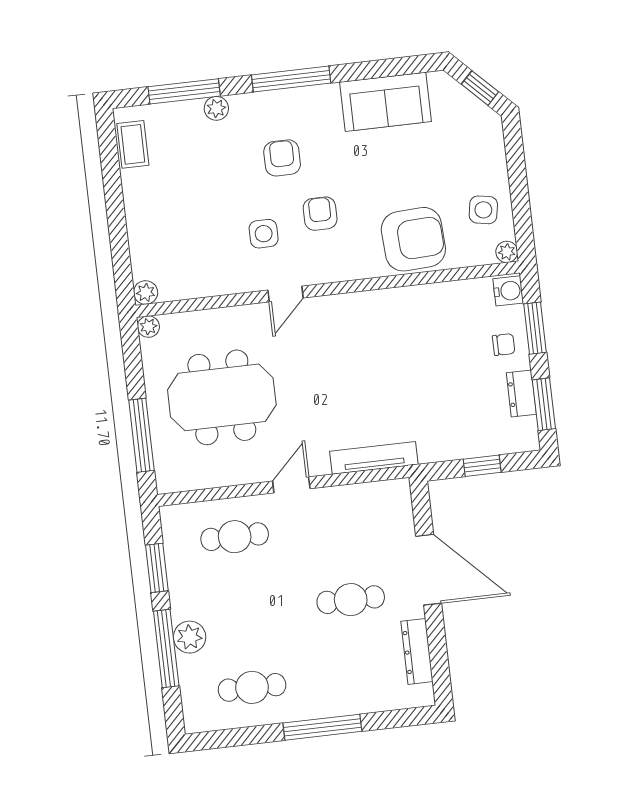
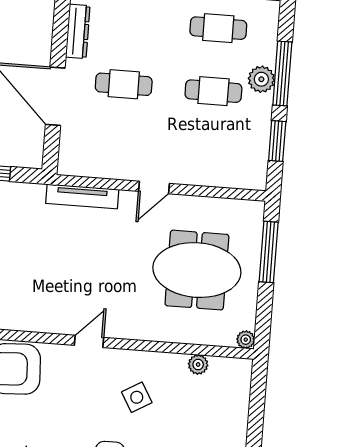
armchair: (320, 214) -> (87, 405), removed
side table: (264, 234) -> (137, 397), turned -30
plant: (146, 293) -> (198, 365), moved
door: (285, 294) -> (89, 341), moved
cafe table: (235, 537) -> (213, 91), moved

